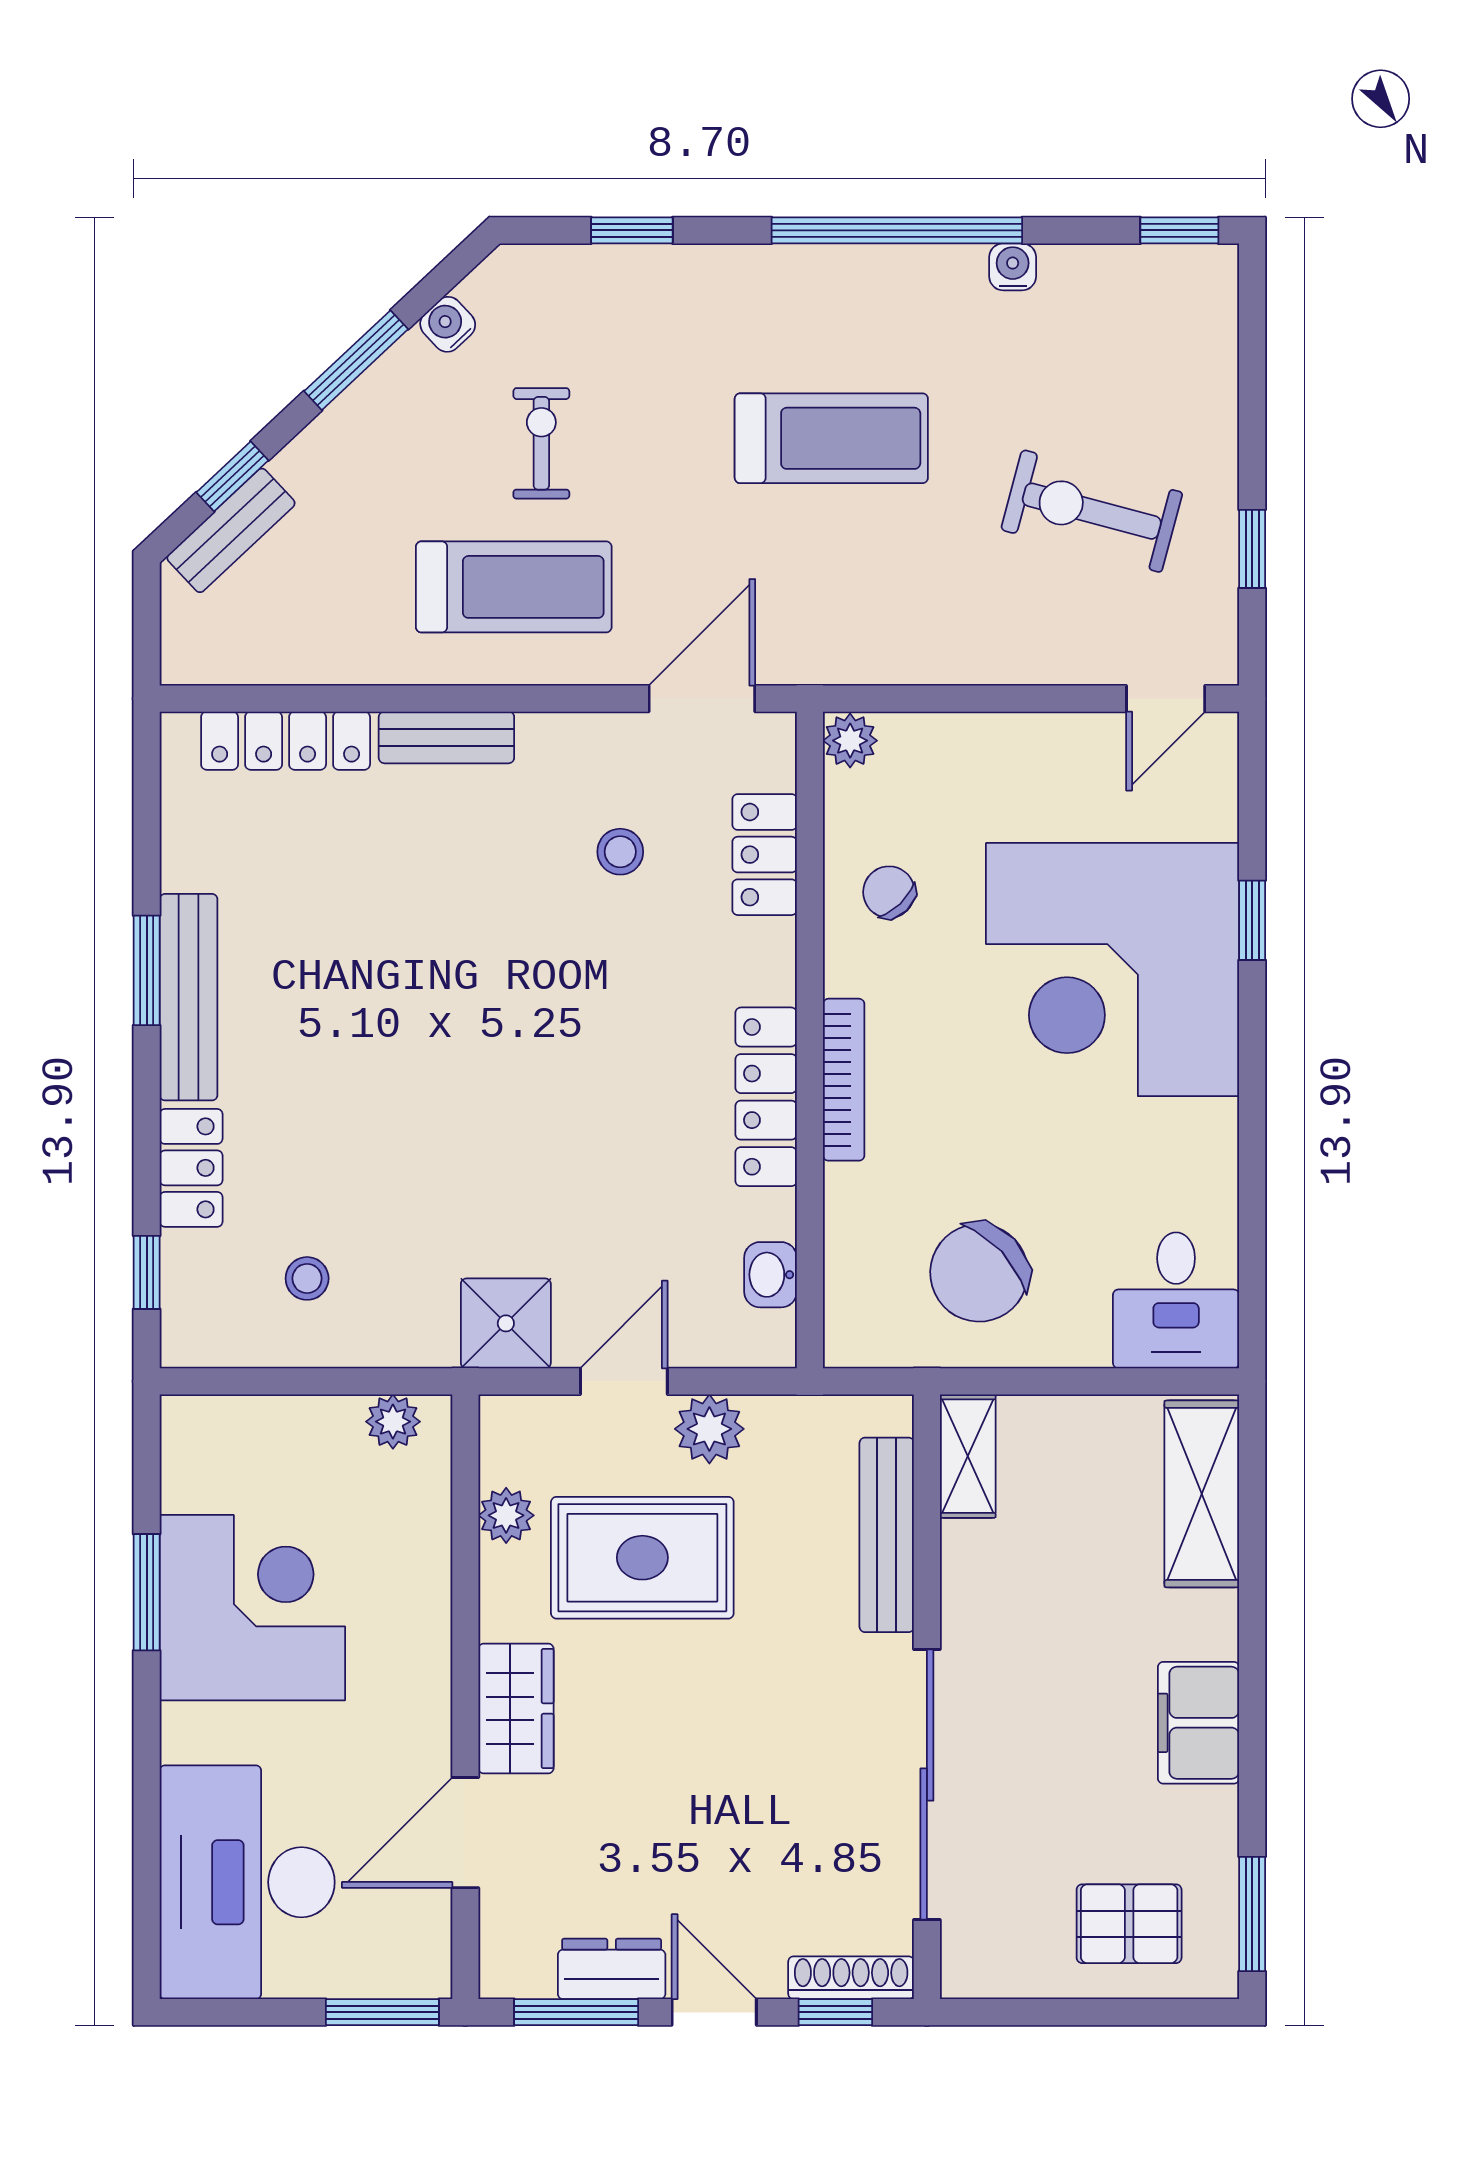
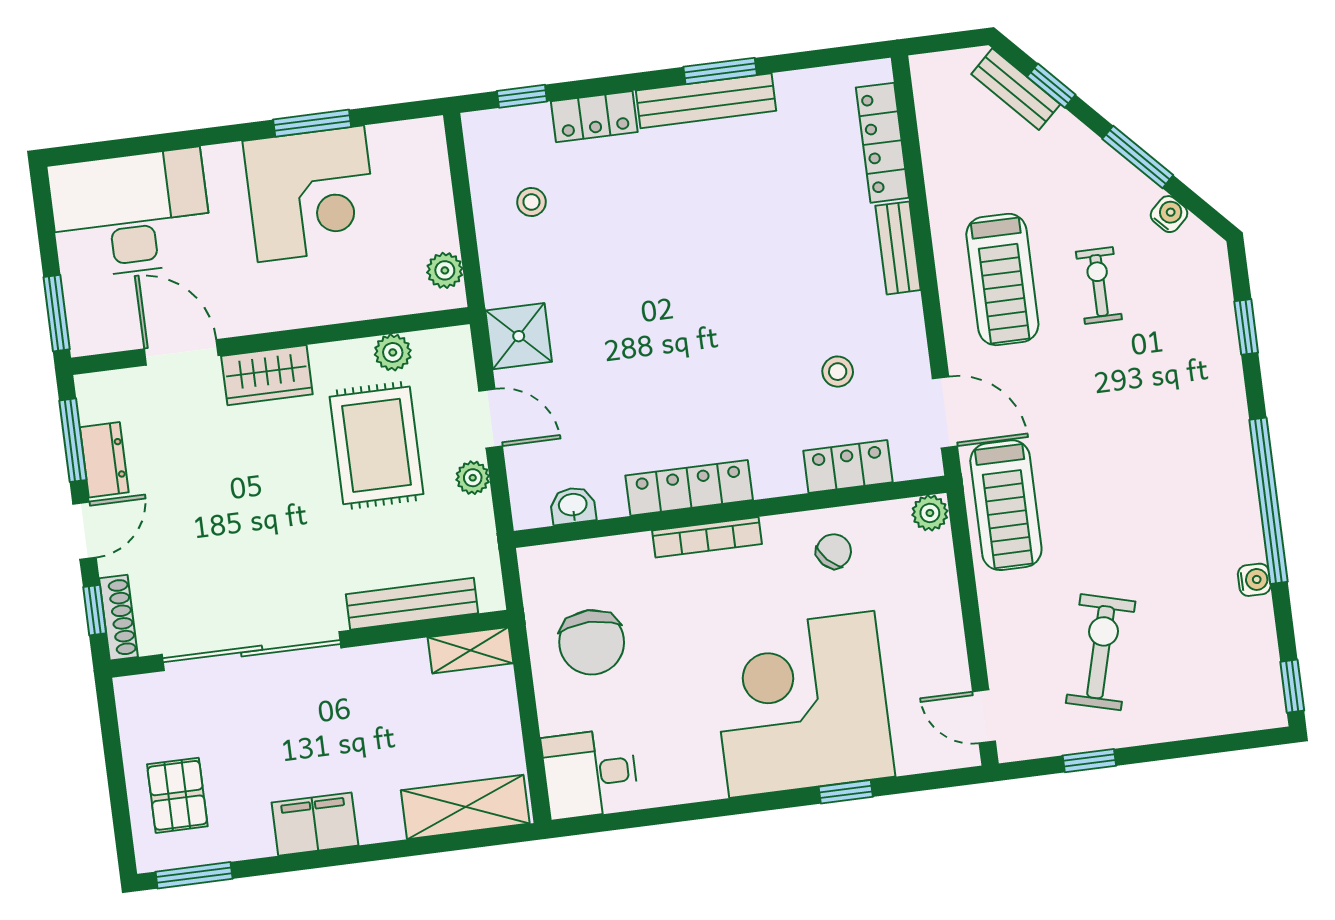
treadmill: (831, 438) -> (1006, 505), moved
exercise bike: (541, 443) -> (1099, 285), turned -90
chair: (979, 1273) -> (592, 642), turned -137
plant: (709, 1429) -> (473, 478), width x0.73, depth x0.73

